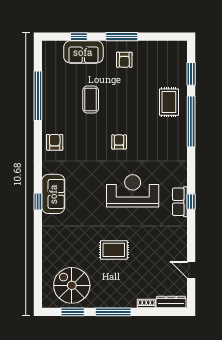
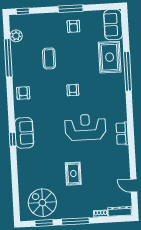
window: (79, 37) -> (23, 11), moved
sofa: (83, 52) -> (113, 25), moved, turned 90
plant: (50, 68) -> (16, 36), added
window: (191, 74) -> (126, 34), removed
rug: (169, 102) -> (110, 57), width x1.36, depth x1.43
window: (191, 202) -> (131, 133), removed
rug: (114, 250) -> (73, 174), turned 90

